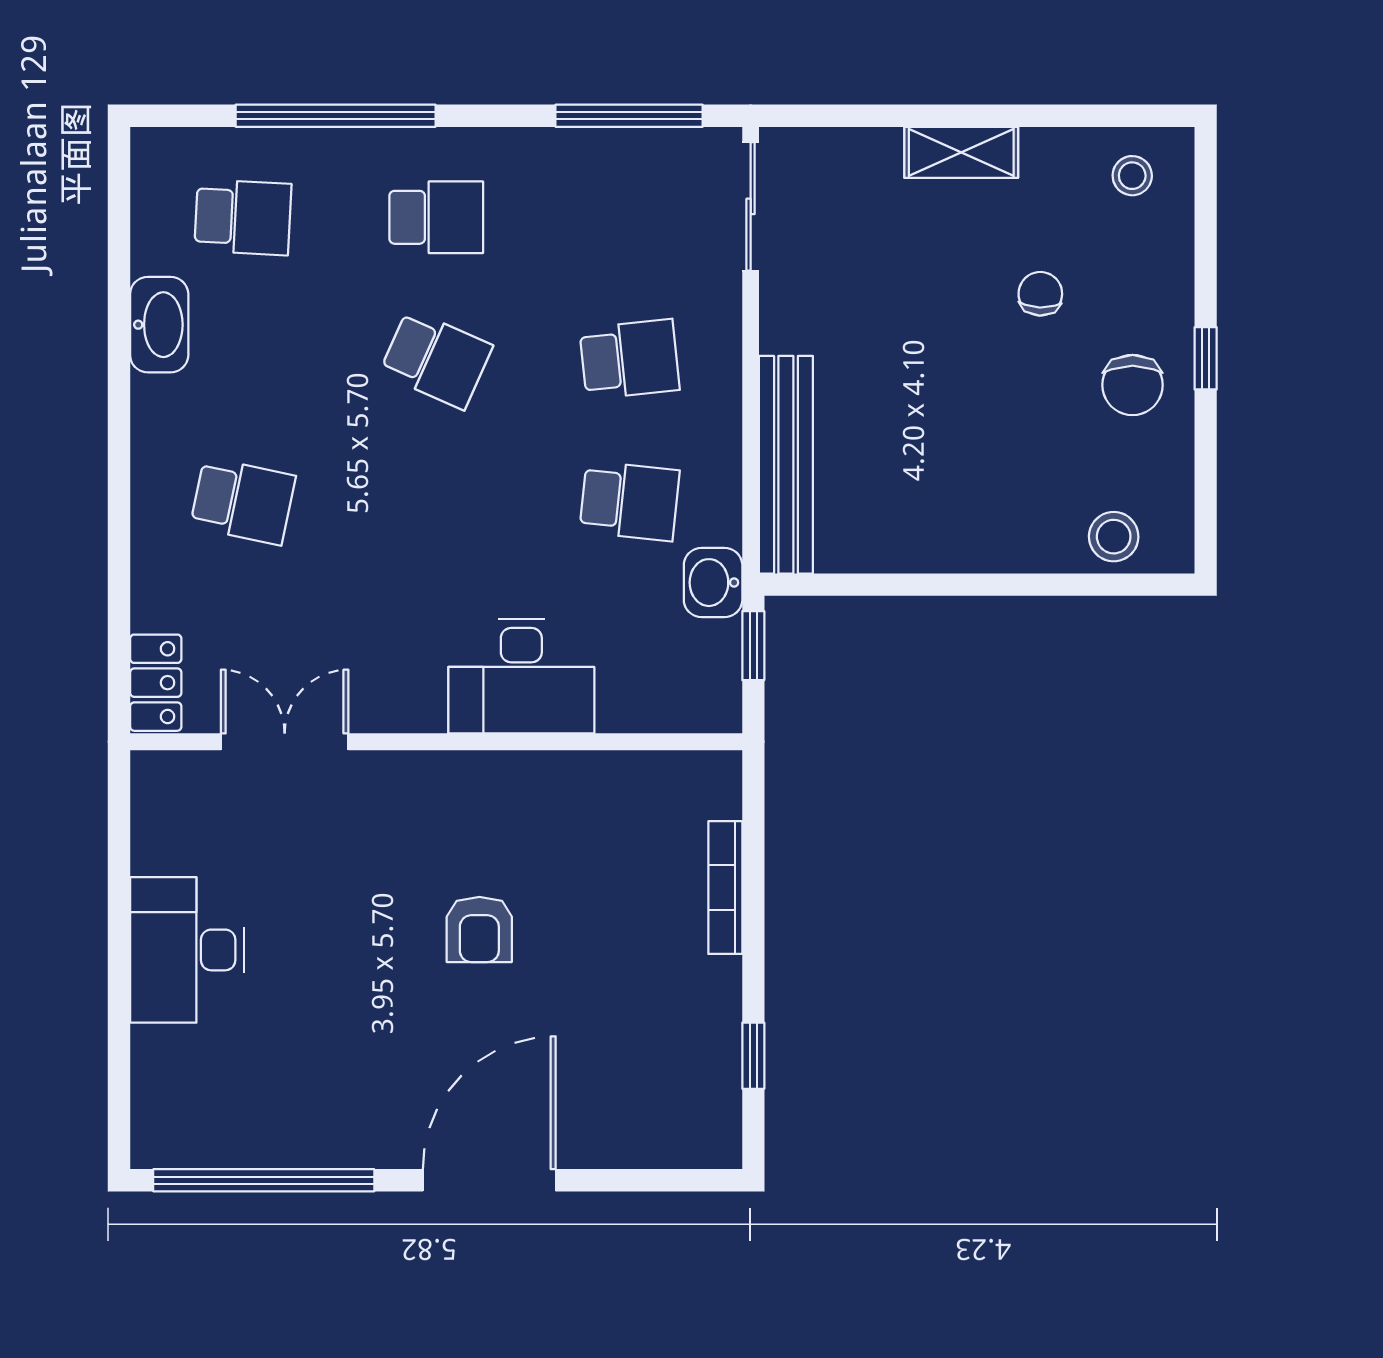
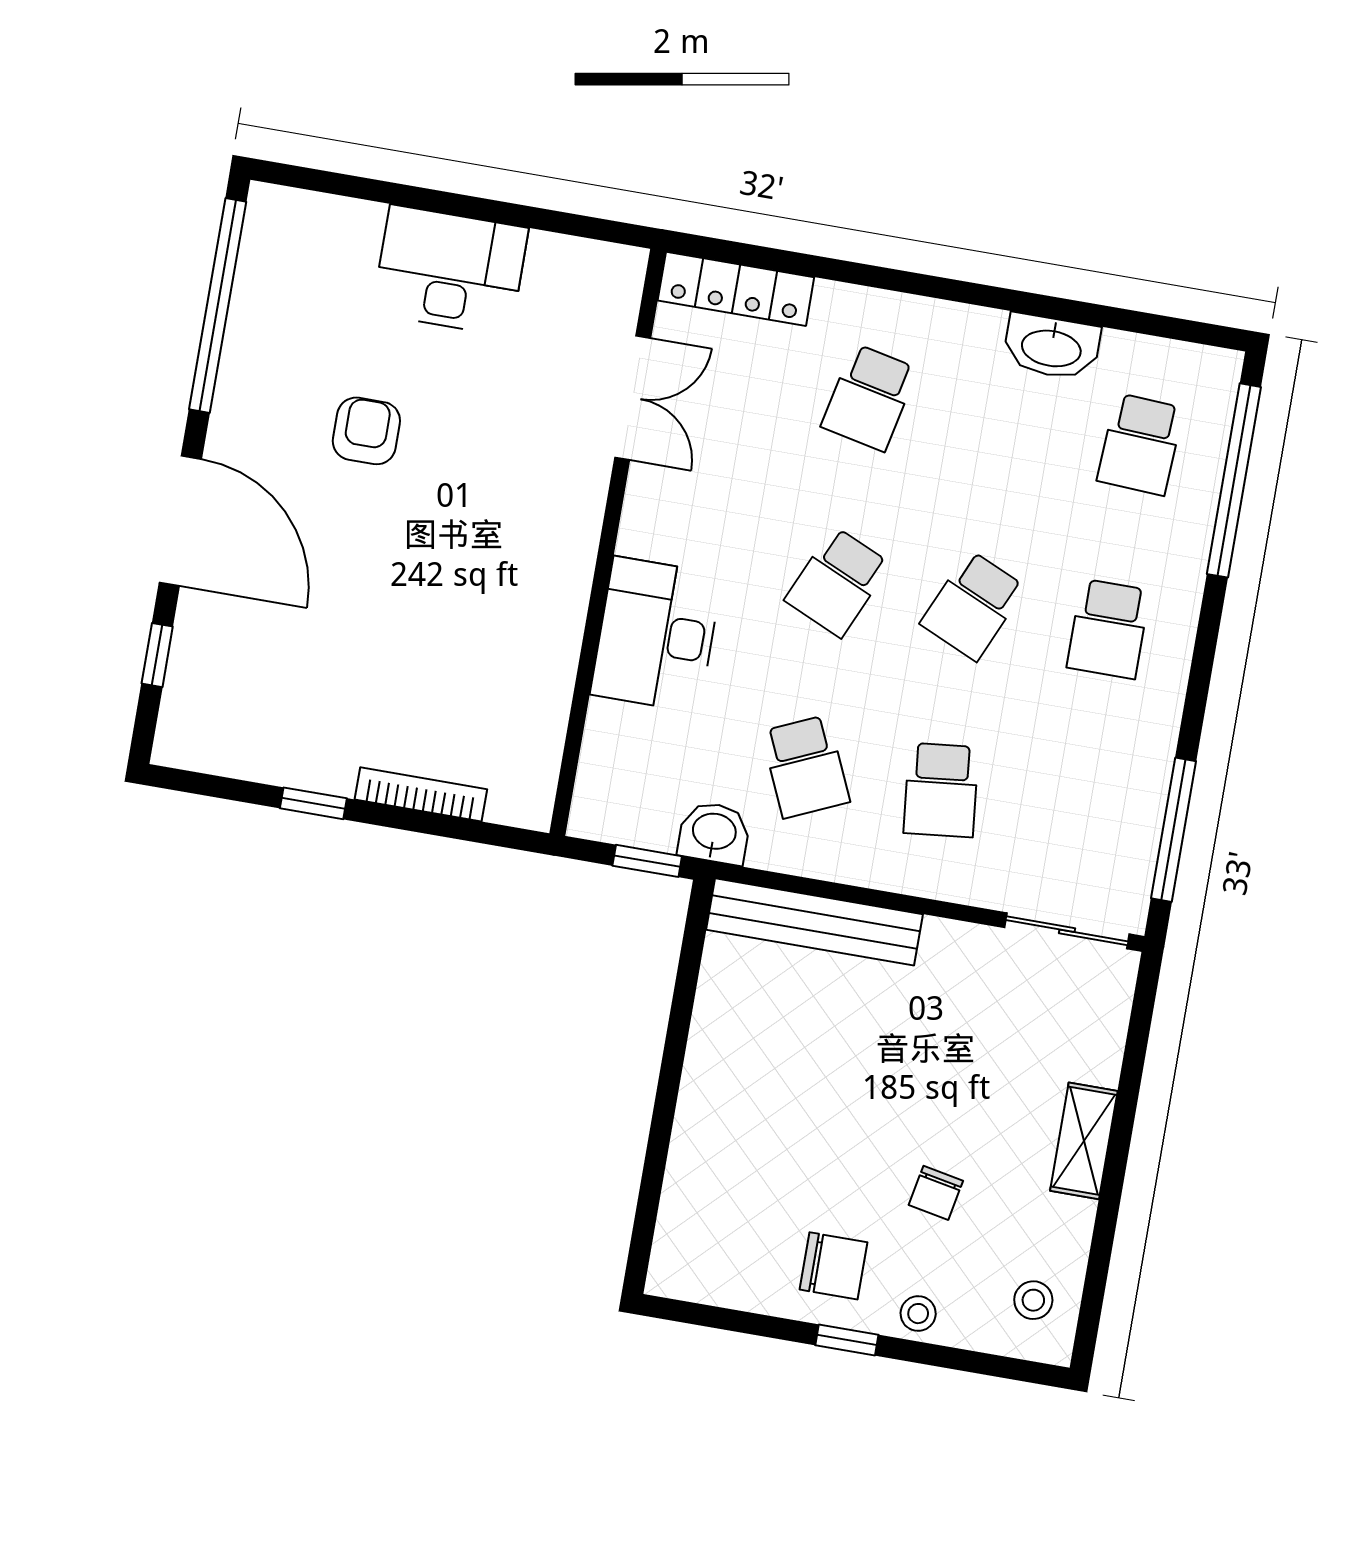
window: (336, 116) -> (1234, 480), moved
chair: (1040, 294) -> (936, 1193), turned 99
chair: (1133, 385) -> (833, 1266), turned 180
school desk: (436, 501) -> (837, 582), added
school desk: (629, 501) -> (806, 767), turned -30
stool: (1114, 537) -> (918, 1314), moved, width x0.73, depth x0.73
locker: (156, 683) -> (736, 289), width x1.53
armchair: (479, 930) -> (366, 431), moved, turned 90
window: (753, 1056) -> (313, 803), moved
window: (630, 1180) -> (157, 655), added

